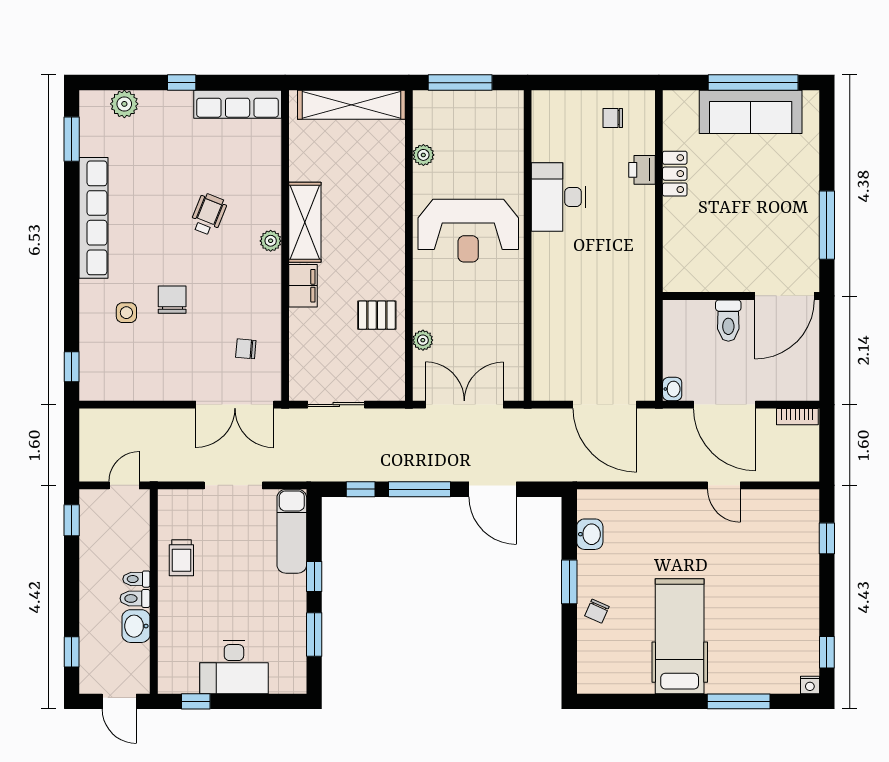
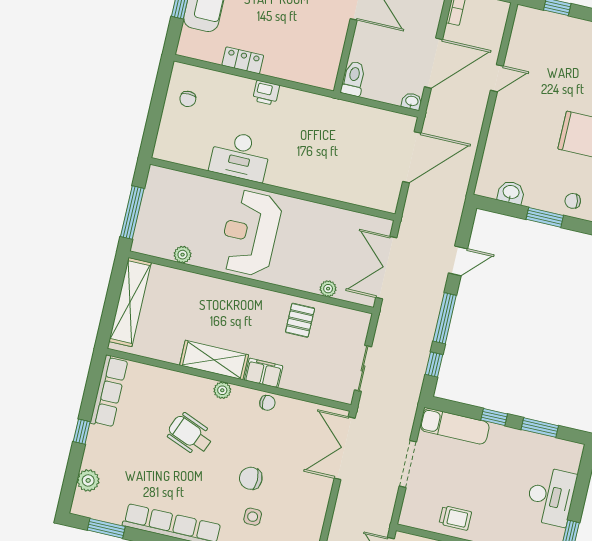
printer: (642, 170) -> (266, 93), moved
wheelchair: (208, 214) -> (190, 434), width x1.36, depth x1.37
reception desk: (468, 231) -> (250, 233), turned 180
toilet: (728, 321) -> (354, 79), moved, turned -90
chair: (246, 349) -> (267, 403), moved, turned -95
double door: (235, 405) -> (345, 448), swing flipped
door: (493, 489) -> (458, 261), width x0.73
chair: (597, 611) -> (573, 201), turned 146

